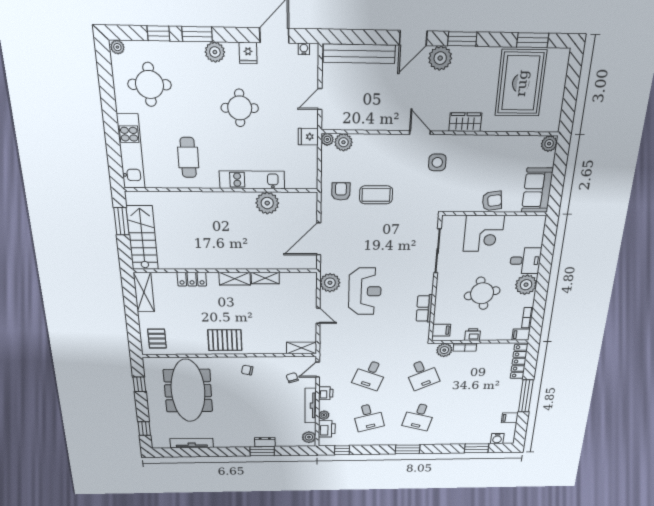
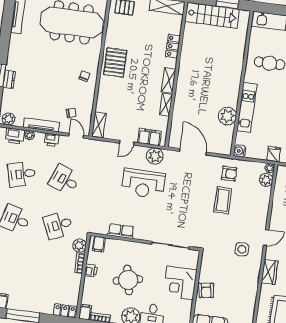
water cooler: (310, 182) -> (240, 151), added
filing cabinet: (308, 292) -> (149, 137), added
locker: (519, 361) -> (65, 311), width x0.66

